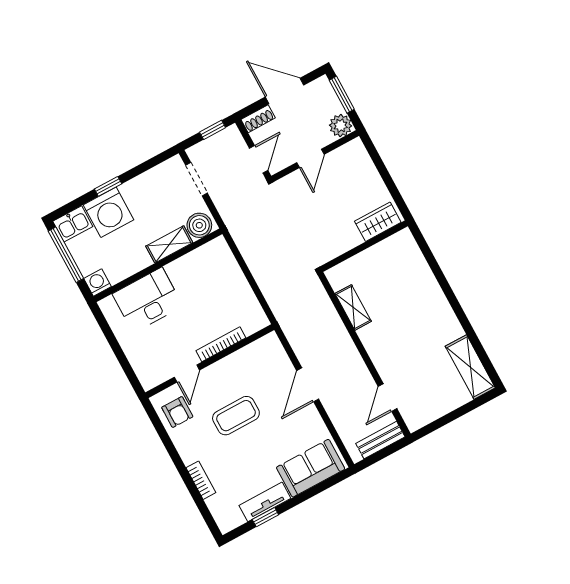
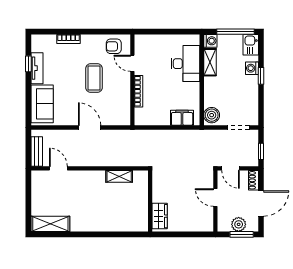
plant: (341, 126) -> (239, 224), moved
washing machine: (108, 212) -> (252, 68), width x0.53, depth x0.53
shelving: (169, 244) -> (210, 62), moved
filing cabinet: (225, 264) -> (182, 118), added

